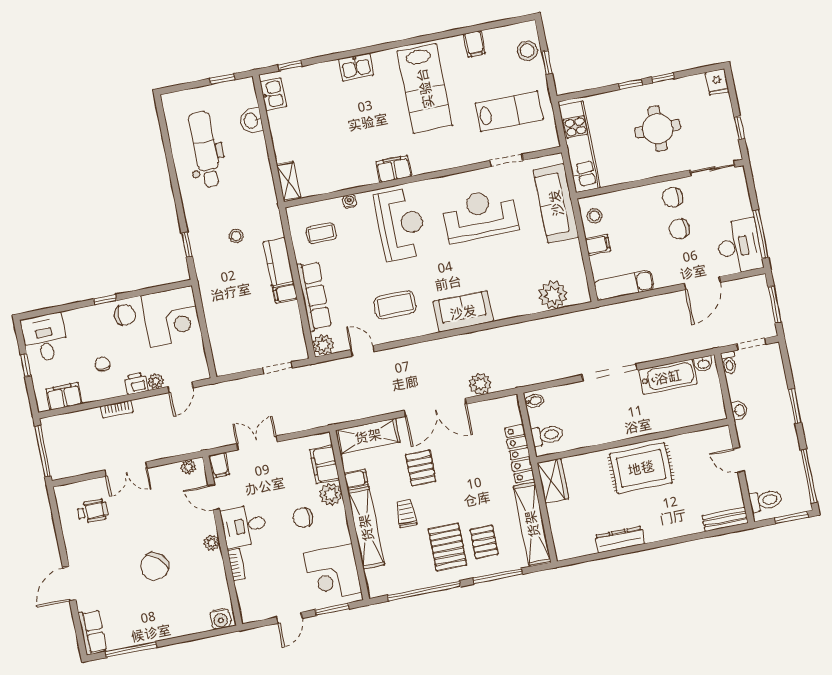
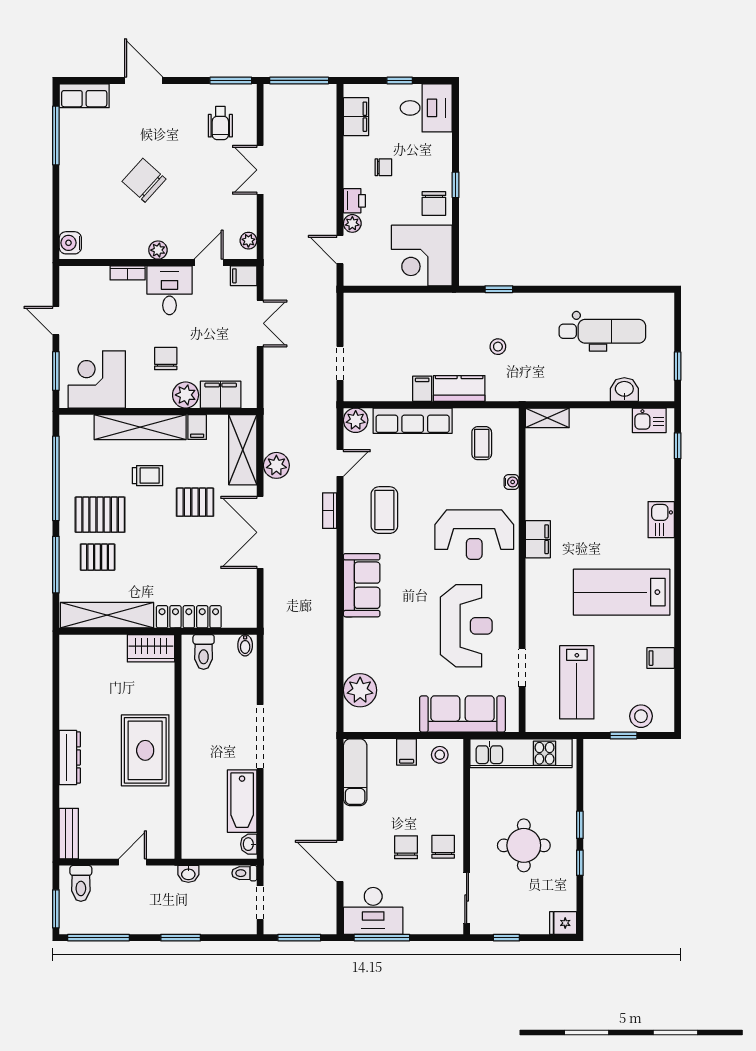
plant: (480, 384) -> (276, 465), moved
bookcase: (117, 409) -> (330, 511), moved
window: (54, 509) -> (231, 80), added
dresser: (620, 539) -> (70, 757), moved

